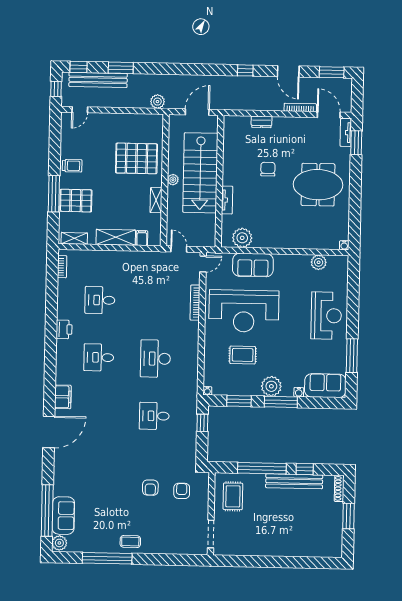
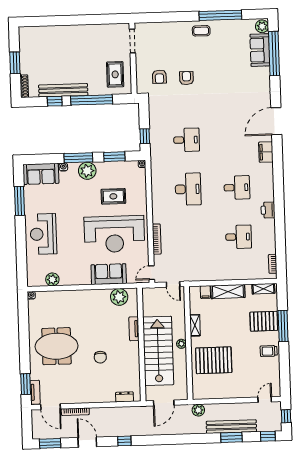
bench: (98, 80) -> (231, 427), moved
dresser: (261, 122) -> (125, 397), moved
reception desk: (244, 311) -> (114, 234), turned 180

